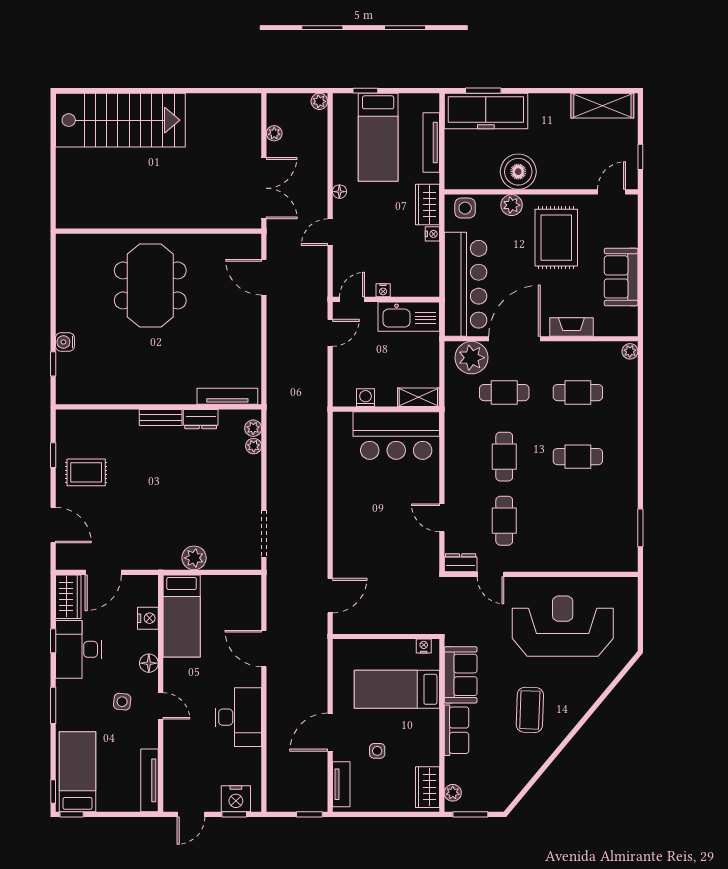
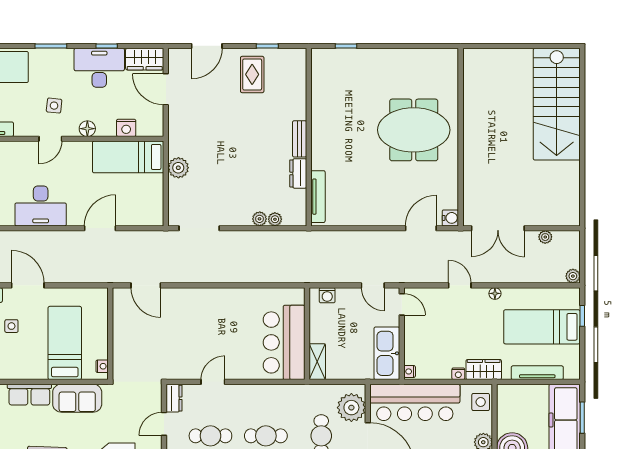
nightstand: (383, 290) -> (410, 371), moved
water cooler: (65, 342) -> (450, 218), moved, turned 90
washing machine: (366, 398) -> (327, 295), moved, turned 90
plant: (253, 428) -> (260, 219), moved

